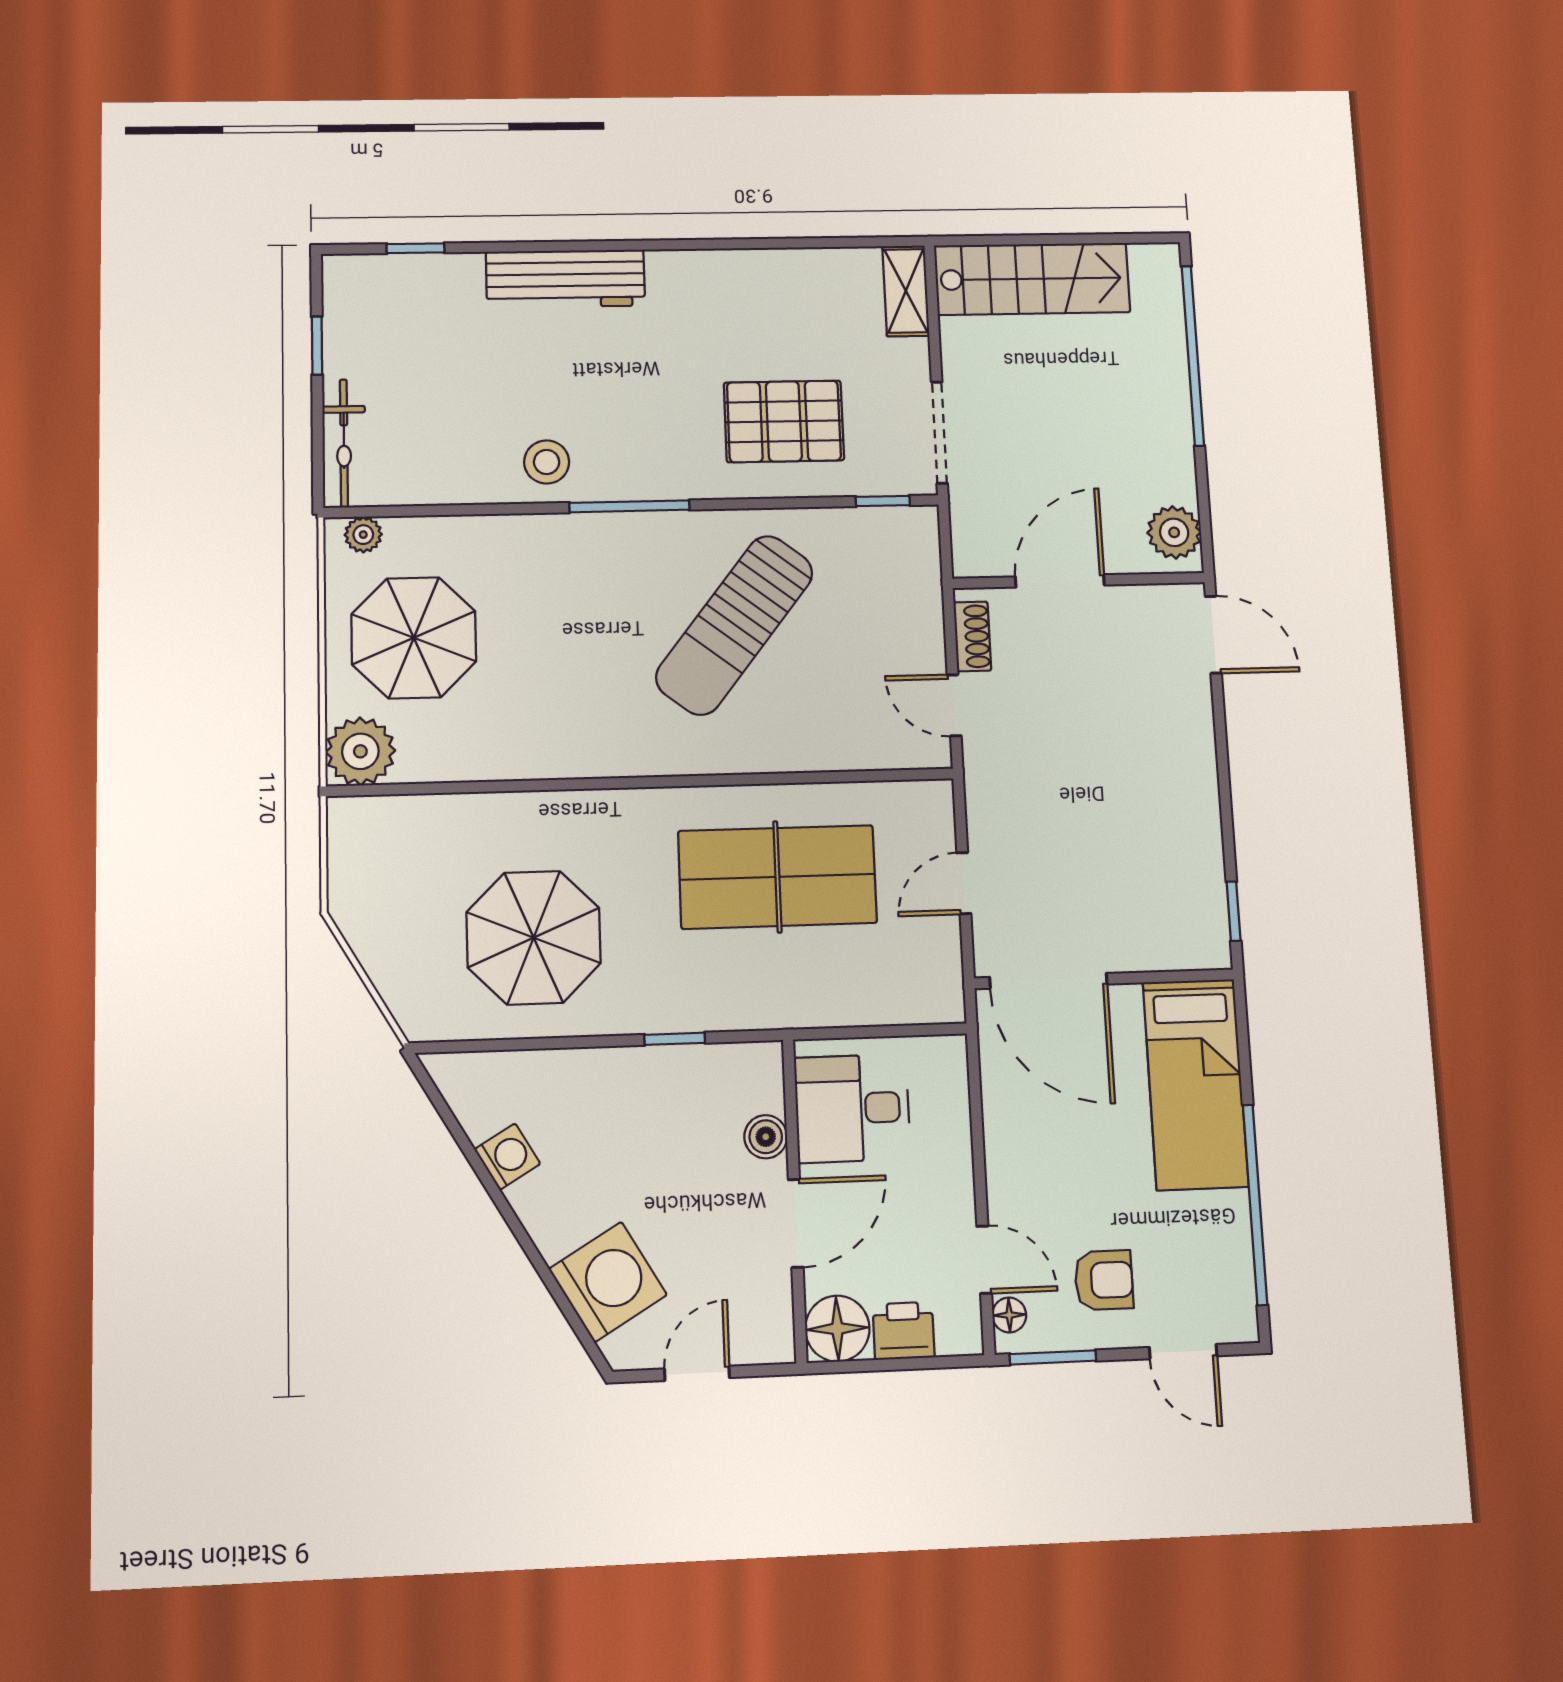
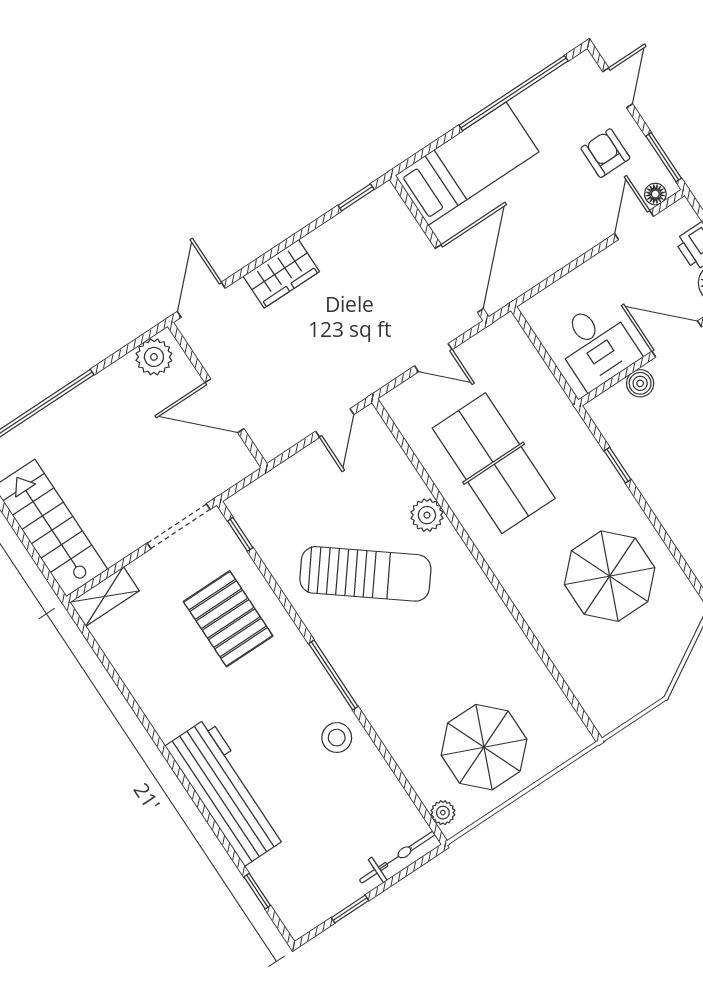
workbench: (565, 279) -> (227, 792), width x1.36, depth x1.32
shoe rack: (972, 636) -> (288, 436), removed
plant: (360, 751) -> (427, 515), moved, width x0.73, depth x0.73
wardrobe: (1189, 755) -> (281, 274), added

